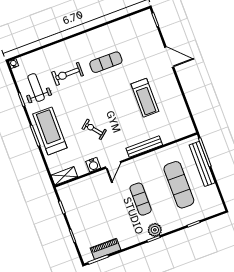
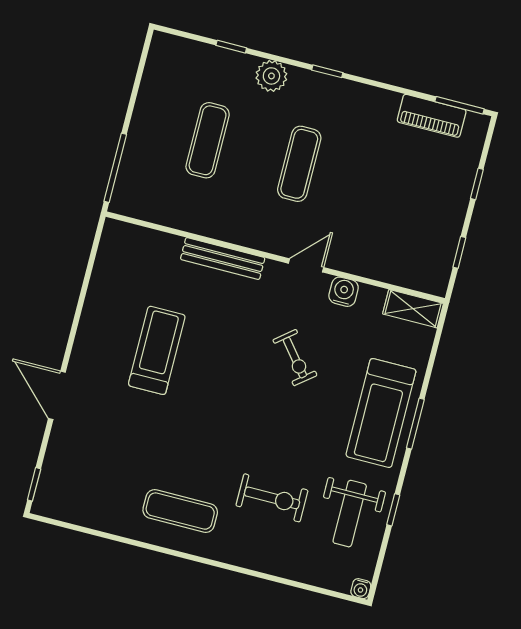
exercise mat: (106, 62) -> (180, 511), moved
bench: (202, 164) -> (136, 149), removed
exercise mat: (179, 185) -> (208, 140), width x0.73, depth x0.69
plant: (155, 230) -> (271, 76), moved

